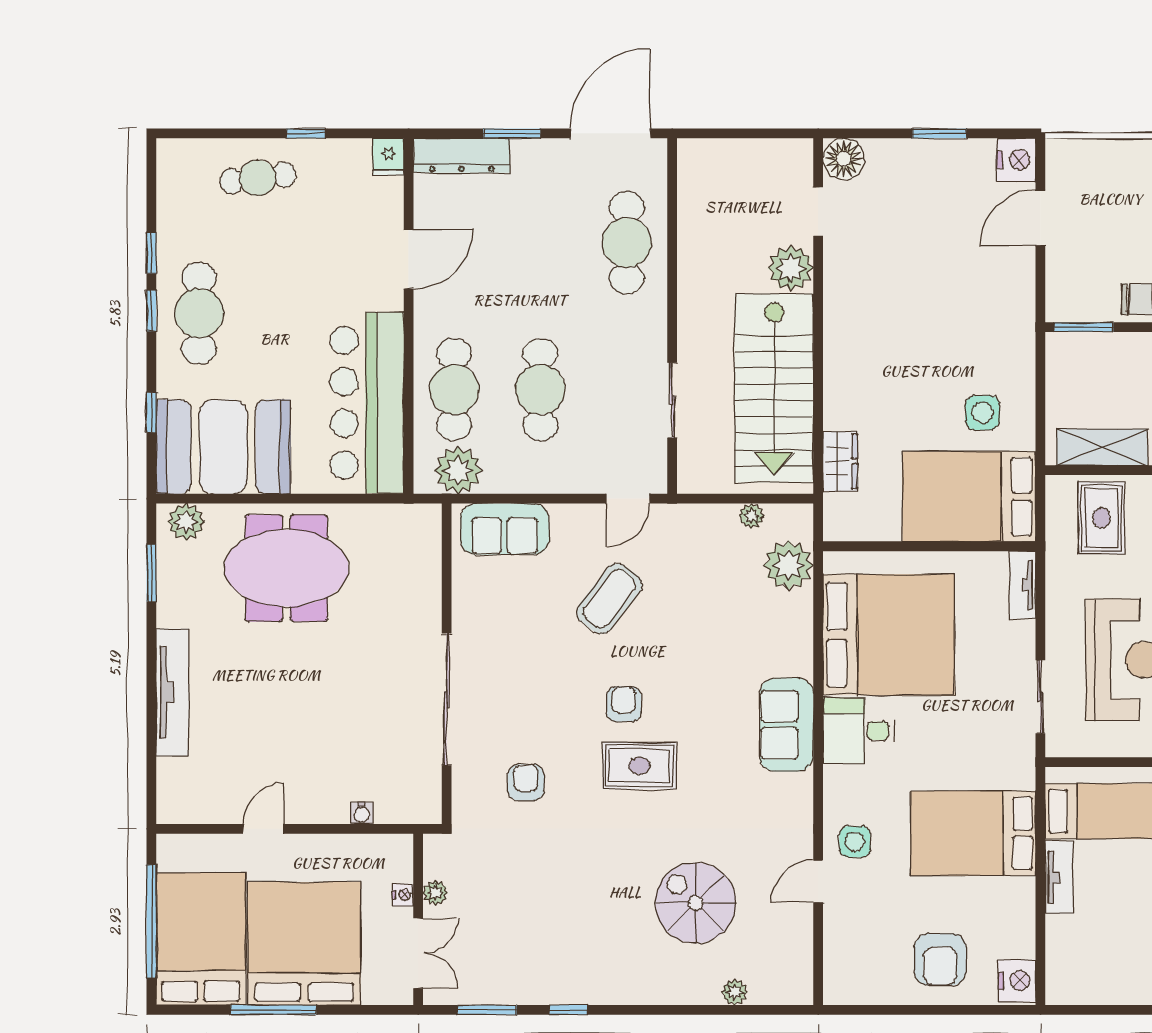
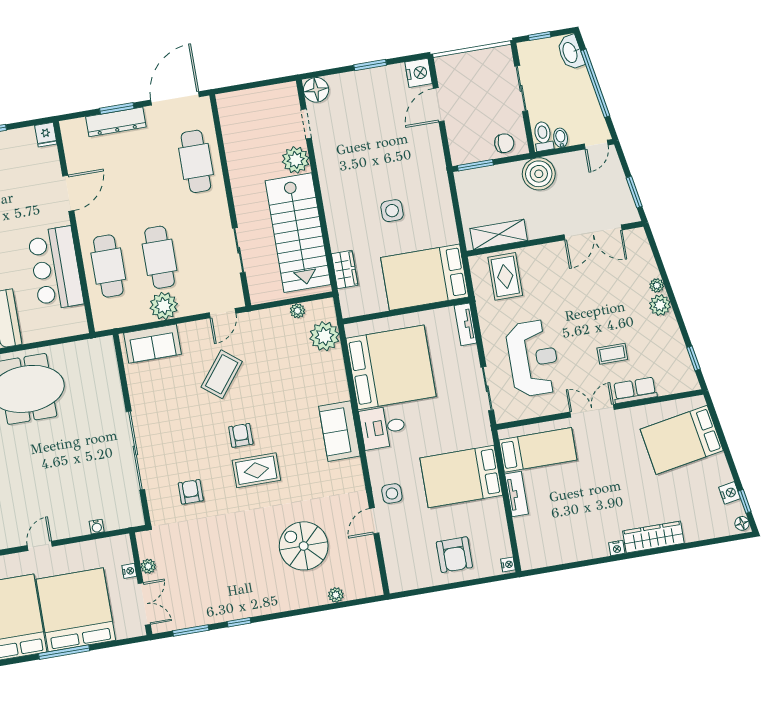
dresser: (462, 155) -> (116, 122), moved
bar counter: (367, 403) -> (56, 268), width x0.73
side table: (982, 413) -> (392, 211), moved
plant: (458, 470) -> (164, 306), moved
nightstand: (1017, 981) -> (508, 564), width x0.53, depth x0.56

